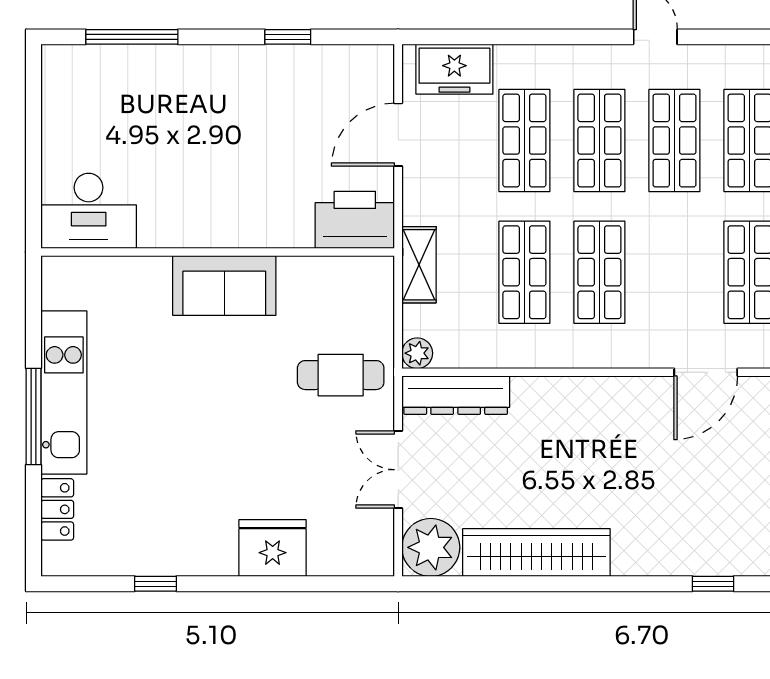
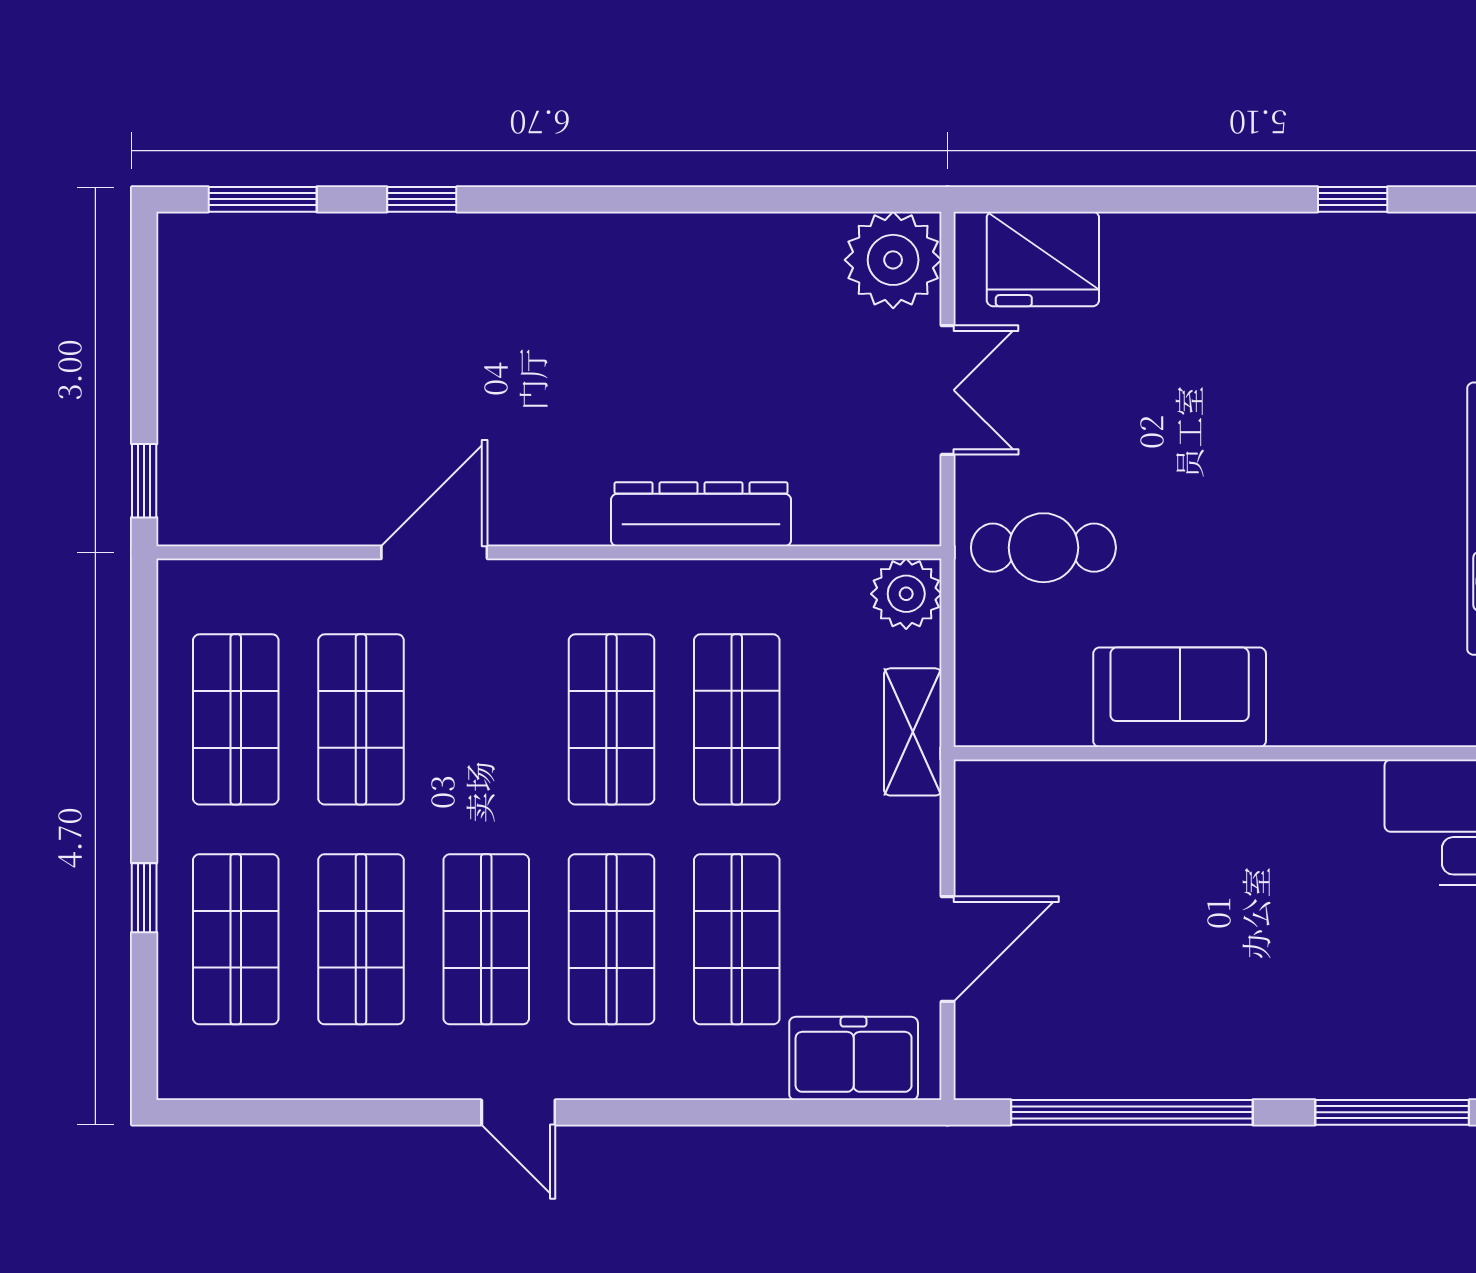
window: (288, 37) -> (1132, 1112), width x3.17
printer: (355, 220) -> (1020, 807), removed
sofa: (224, 285) -> (1180, 697), moved
plant: (417, 353) -> (906, 594), width x1.38, depth x1.38
dresser: (456, 395) -> (701, 514), moved
fridge: (273, 548) -> (1043, 259), moved
wardrobe: (536, 553) -> (717, 251), removed

